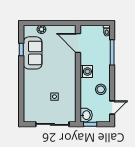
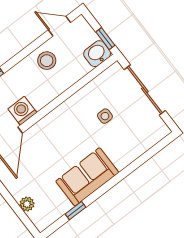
sofa: (33, 53) -> (87, 177), moved
washing machine: (86, 72) -> (22, 111), moved

